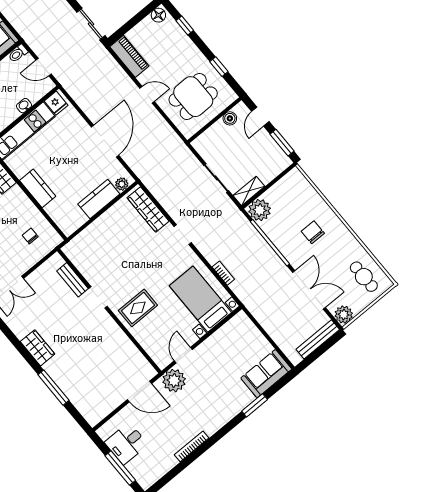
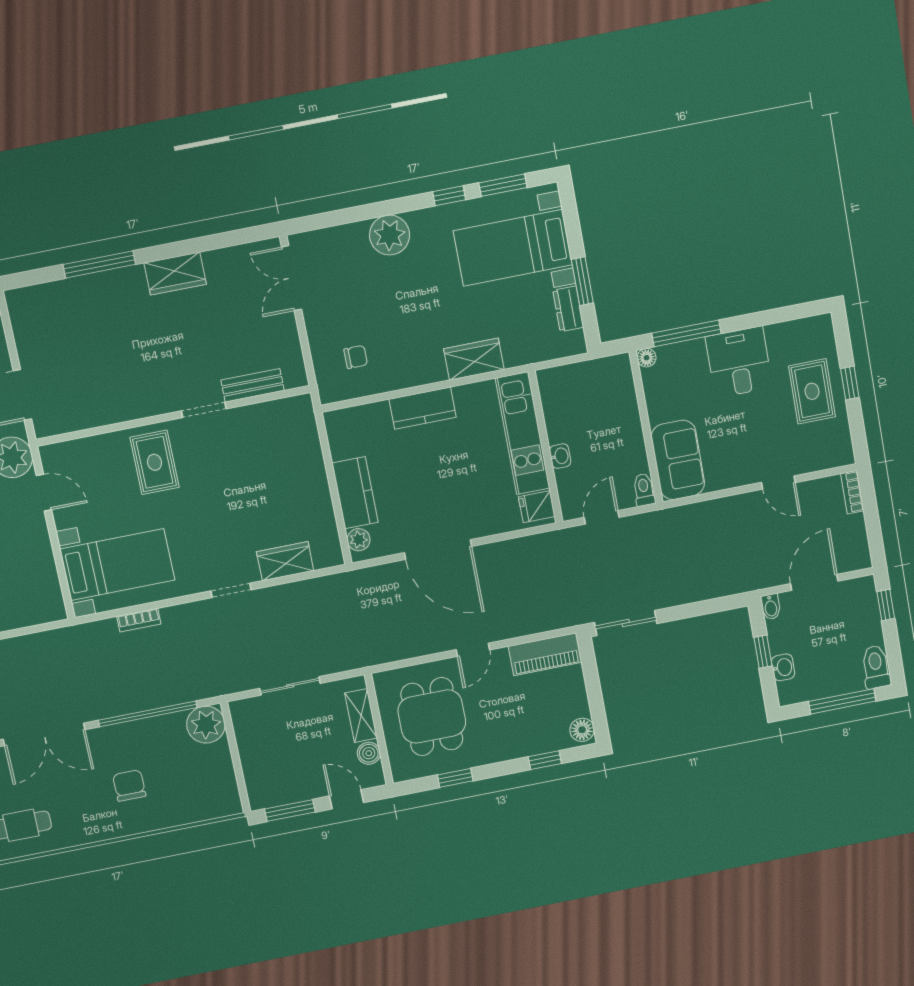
shelving: (249, 191) -> (361, 716), moved
wardrobe: (148, 210) -> (285, 561), width x0.67
chair: (313, 232) -> (129, 785), turned -90

